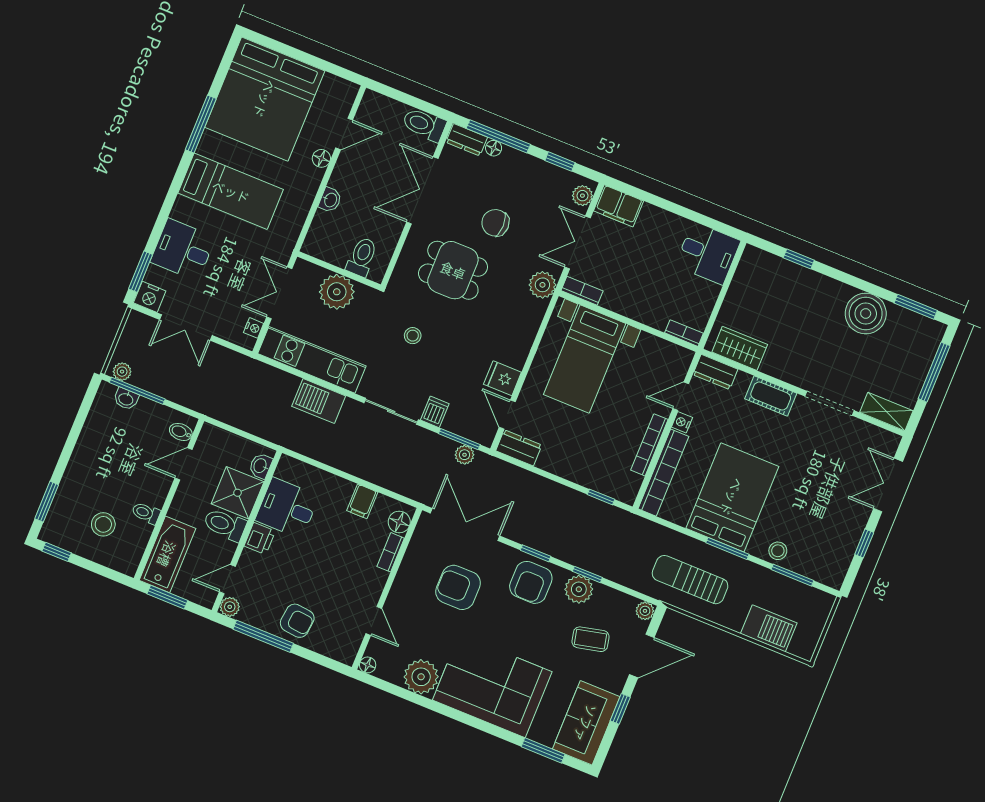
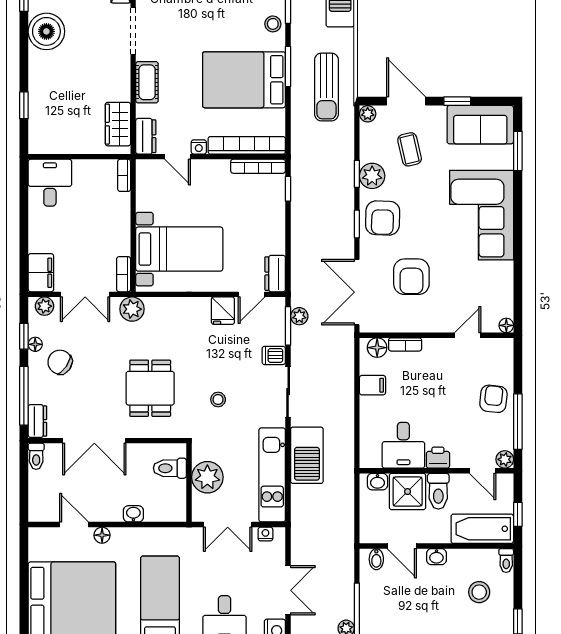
toilet: (424, 125) -> (36, 456), width x0.73, depth x0.72
floor lamp: (494, 148) -> (35, 344), moved
chair: (495, 223) -> (60, 362), moved, turned 124
washbasin: (126, 399) -> (436, 557), moved, turned 90
barbecue: (319, 401) -> (307, 455), width x1.37, depth x1.21
bookcase: (649, 445) -> (258, 166), moved
toilet: (146, 513) -> (506, 561), moved
armchair: (531, 582) -> (383, 218), turned 92
window: (167, 597) -> (518, 514), width x0.67
plant: (421, 677) -> (498, 277), removed

